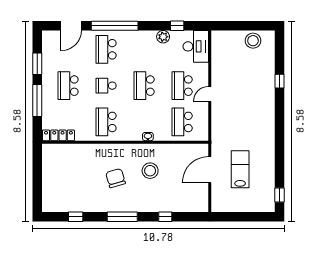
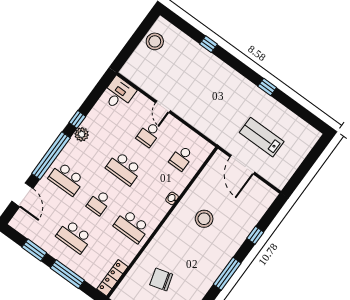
window: (177, 26) -> (77, 119), moved
plant: (163, 37) -> (82, 134), moved
desk: (196, 46) -> (119, 94), width x0.73
school desk: (182, 86) -> (149, 134), width x0.54
door: (210, 94) -> (163, 107), moved
school desk: (182, 122) -> (181, 158), width x0.54
chair: (116, 178) -> (161, 279), moved
window: (280, 195) -> (267, 87), moved

